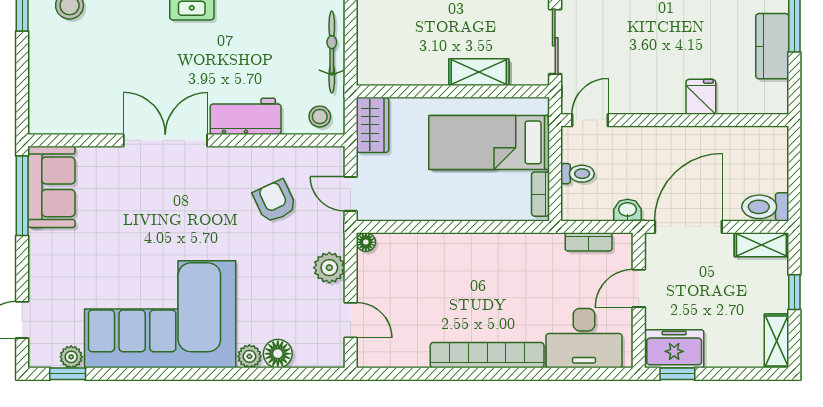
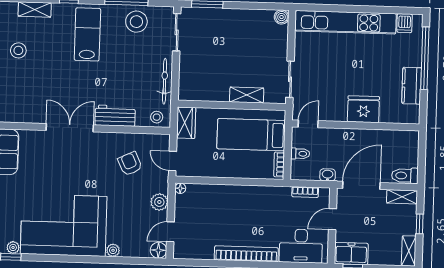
fridge: (701, 97) -> (363, 109), width x1.88, depth x1.34
door: (351, 320) -> (170, 232), swing flipped
floor lamp: (278, 354) -> (158, 250), moved

